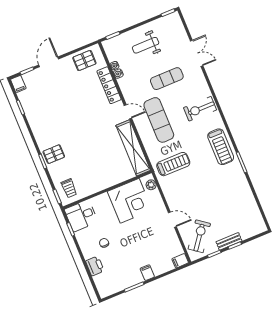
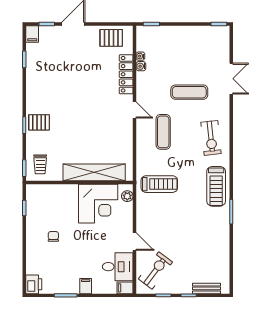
weight bench: (146, 45) -> (181, 48), removed
exercise bike: (200, 109) -> (211, 138), turned -96
exercise mat: (159, 120) -> (163, 132), width x0.73, depth x0.69
shelving: (133, 148) -> (94, 172), moved, turned 90
desk: (81, 216) -> (118, 267), moved, turned 180
bench: (229, 241) -> (206, 288), moved
printer: (95, 266) -> (34, 284), moved

